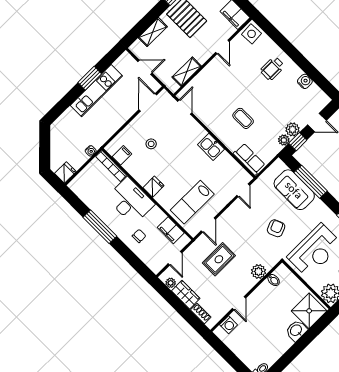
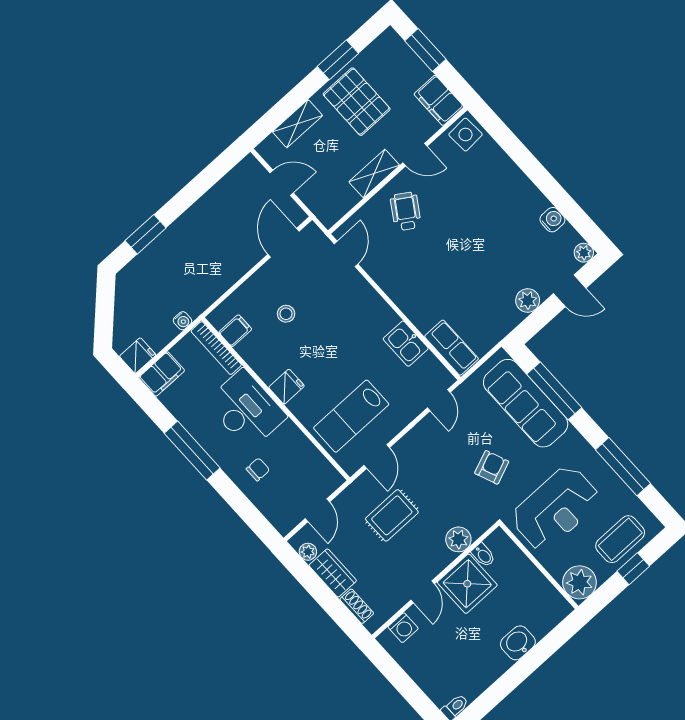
door: (222, 47) -> (415, 155), hinge flipped
wheelchair: (272, 68) -> (406, 211), moved, turned 123
shelving: (187, 72) -> (374, 174), moved
window: (90, 78) -> (146, 234), moved
kitchen unit: (96, 91) -> (197, 219), removed
coffee table: (243, 118) -> (444, 278), removed
plant: (284, 140) -> (584, 253), moved
window: (298, 142) -> (536, 322), removed
kitchen sink: (211, 147) -> (406, 344), moved
sofa: (294, 190) -> (526, 403), width x1.36
filing cabinet: (171, 230) -> (162, 374), moved, turned -90
shower: (309, 311) -> (467, 584), moved

